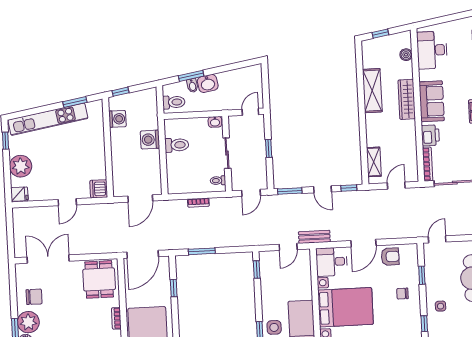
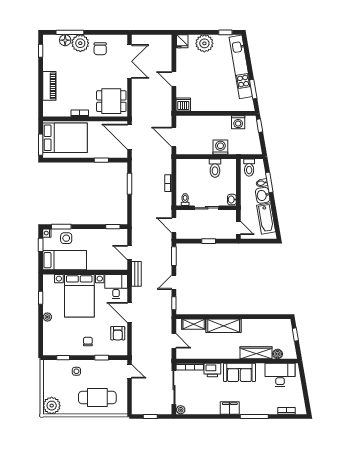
bathtub: (237, 78) -> (266, 218), added
shelving: (372, 91) -> (224, 326), moved
wardrobe: (407, 99) -> (256, 353), moved

